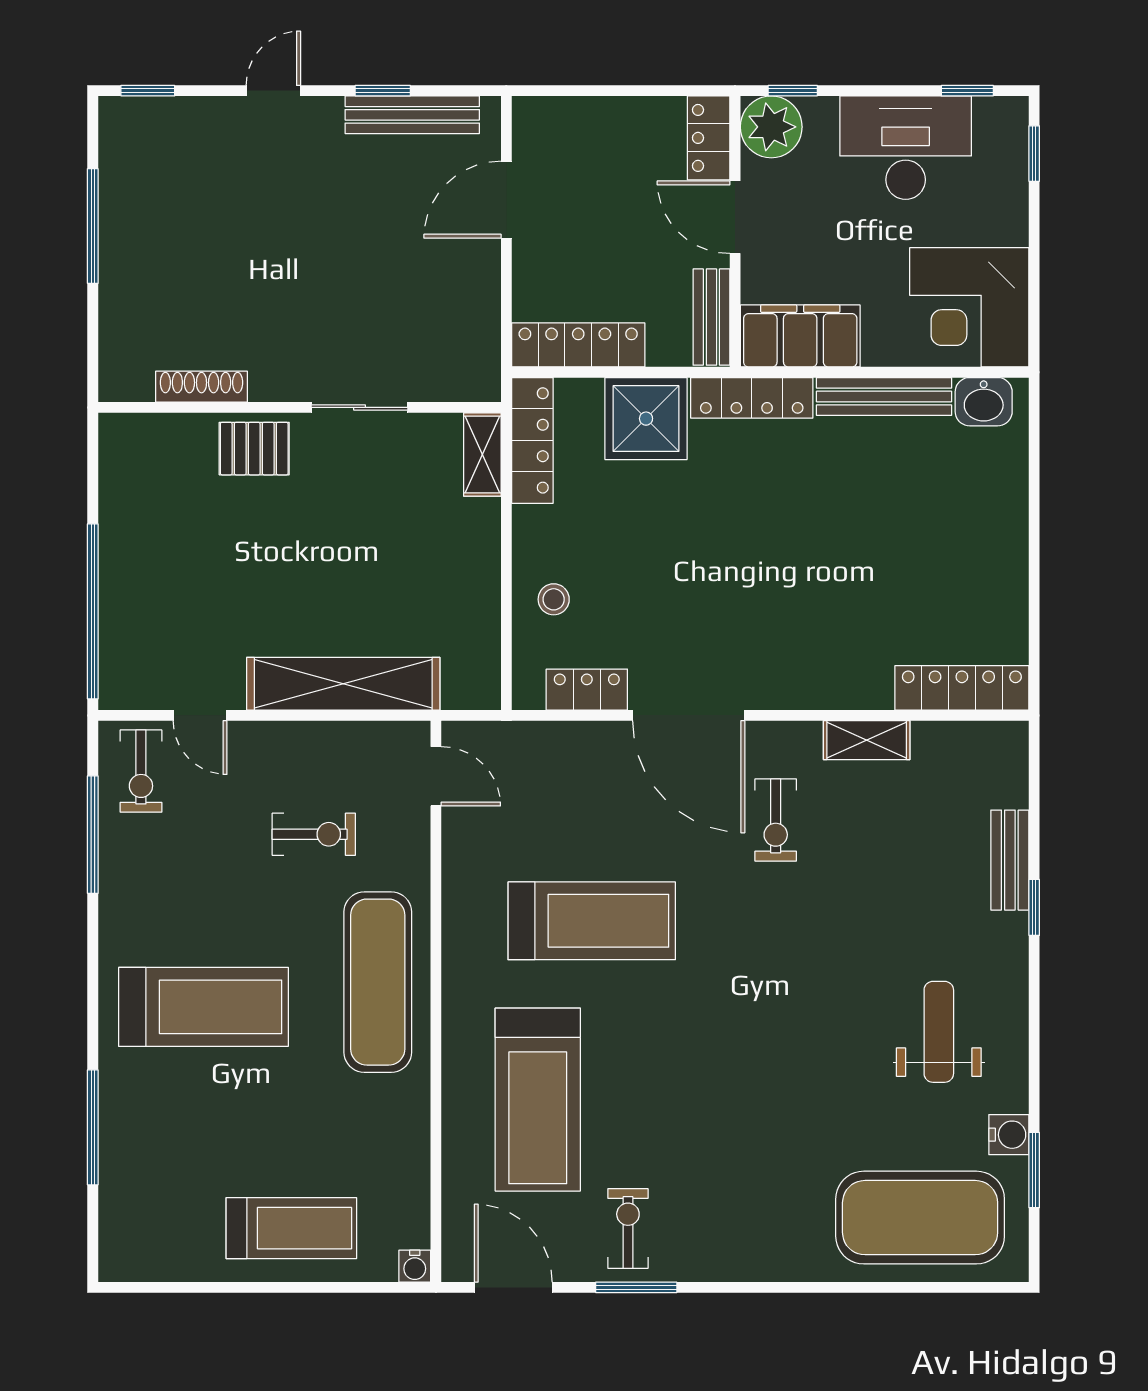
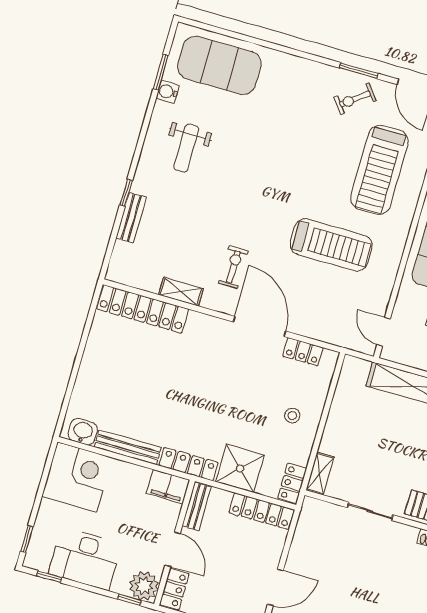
filing cabinet: (800, 336) -> (168, 487), width x0.67, depth x0.86
locker: (532, 440) -> (292, 483), width x0.66
stool: (554, 599) -> (292, 416), moved
locker: (962, 688) -> (143, 309), width x1.41, depth x1.21
treadmill: (592, 921) -> (331, 245), turned 180
treadmill: (538, 1100) -> (379, 170), turned 180
exercise bike: (628, 1229) -> (355, 99), turned 52

